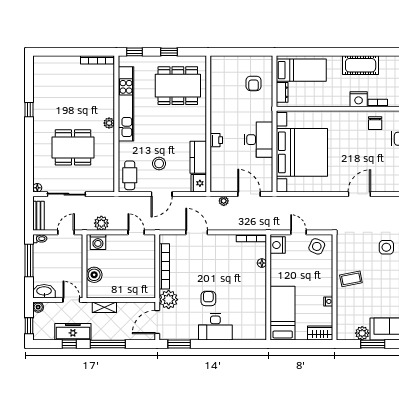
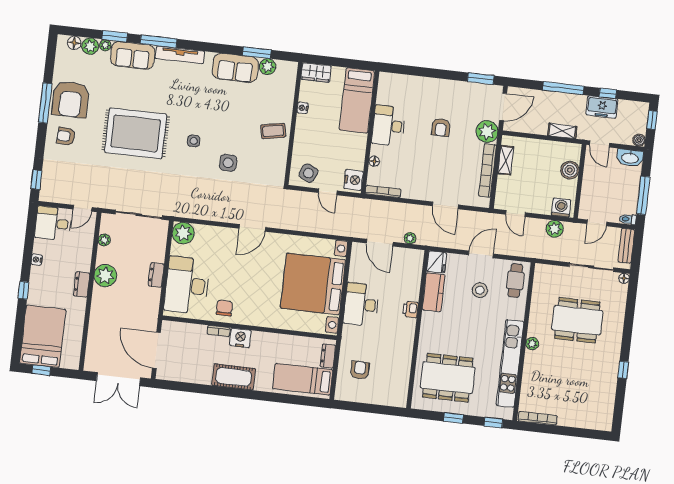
shelving: (150, 277) -> (506, 160), added
desk: (215, 327) -> (389, 126), moved, turned -90
freezer: (73, 332) -> (602, 107), width x0.71

